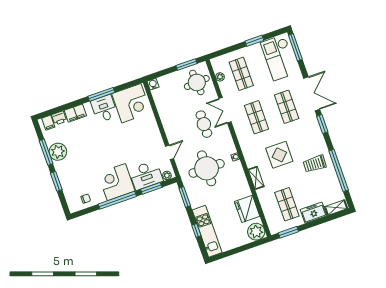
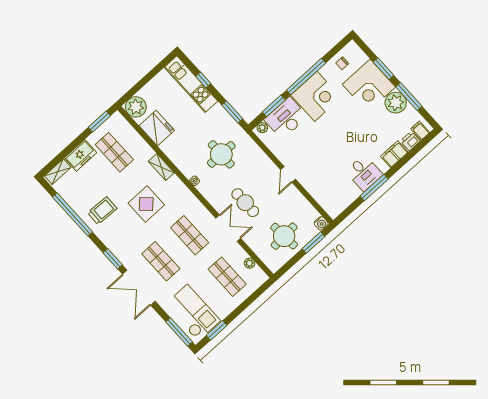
window: (254, 41) -> (217, 330), moved
window: (187, 65) -> (313, 243), moved
round table: (197, 82) -> (284, 236), moved
corner desk: (131, 103) -> (369, 86), moved, turned -90
door: (170, 152) -> (288, 174), moved
round table: (207, 168) -> (221, 154), width x0.73, depth x0.73

